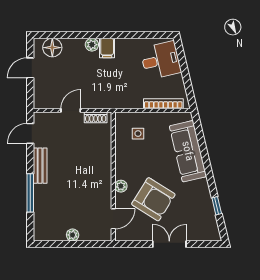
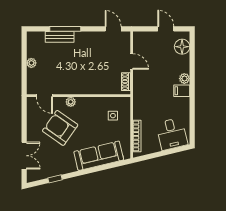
bench: (40, 166) -> (60, 37), moved
armchair: (153, 199) -> (60, 128), turned 93
double door: (169, 244) -> (24, 156), moved

